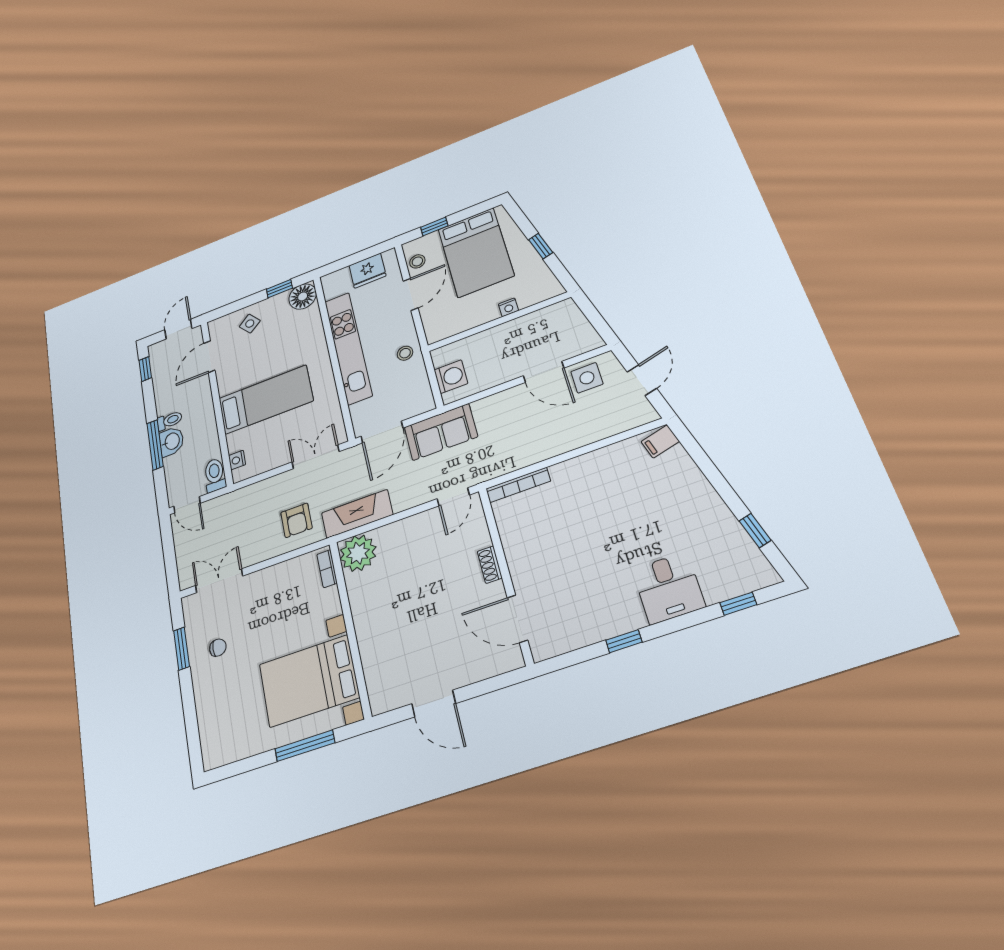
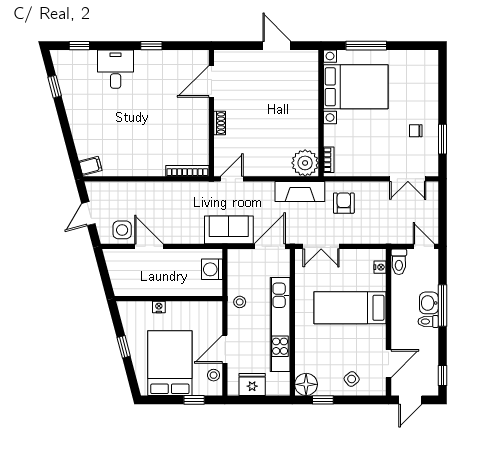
door: (517, 619) -> (211, 81), swing flipped

